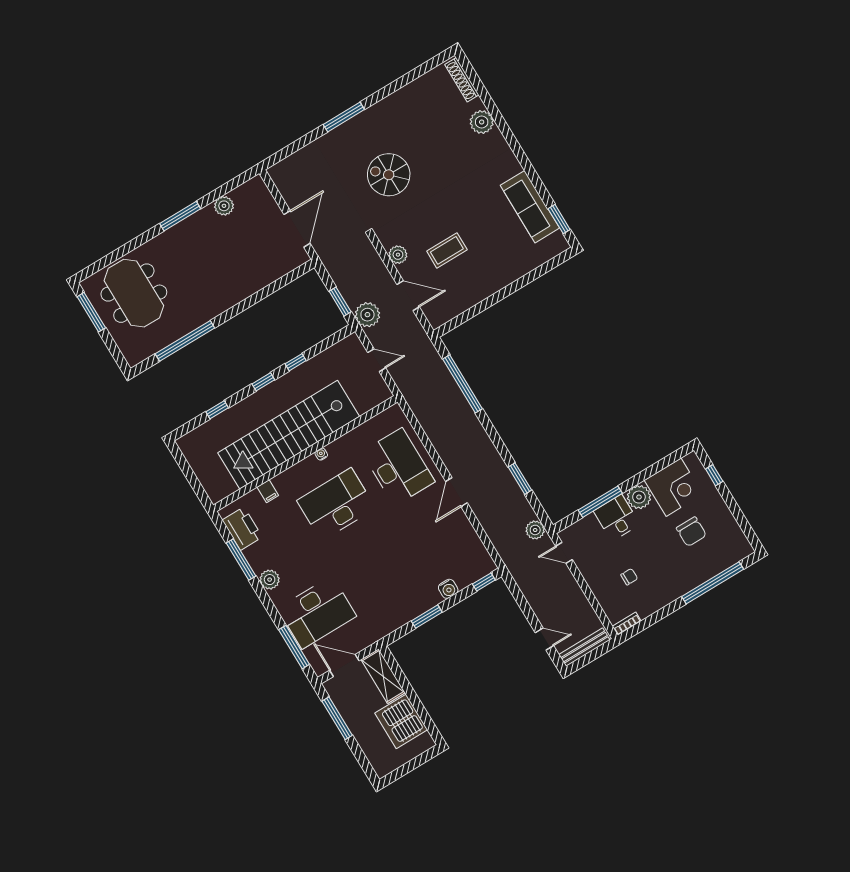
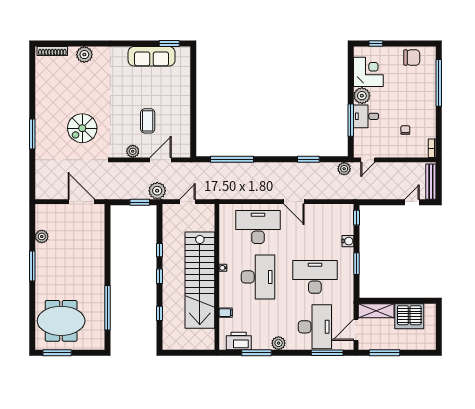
desk: (336, 504) -> (258, 277), turned 180
chair: (691, 532) -> (412, 58), moved
desk: (379, 575) -> (315, 277), added

